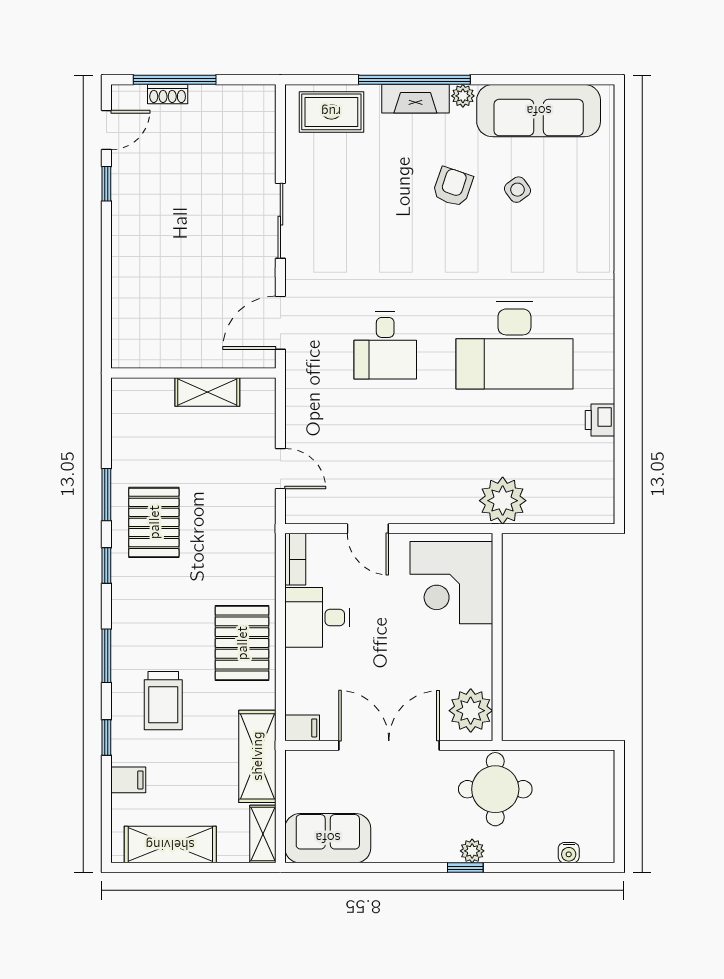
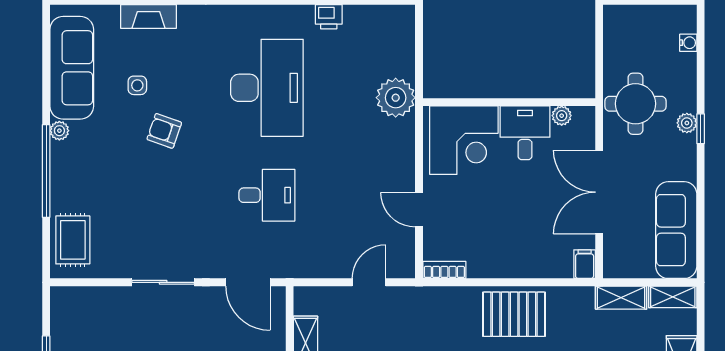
fireplace: (415, 99) -> (148, 16), moved, turned 90
armchair: (453, 187) -> (164, 131), moved
side table: (517, 190) -> (137, 85), turned 36
door: (368, 529) -> (419, 210), swing flipped
desk: (317, 617) -> (525, 133), moved, turned 180
plant: (471, 711) -> (562, 116), width x0.53, depth x0.53
shelving: (257, 756) -> (621, 298), width x0.67, depth x0.75
sofa: (328, 838) -> (676, 230), width x1.36

